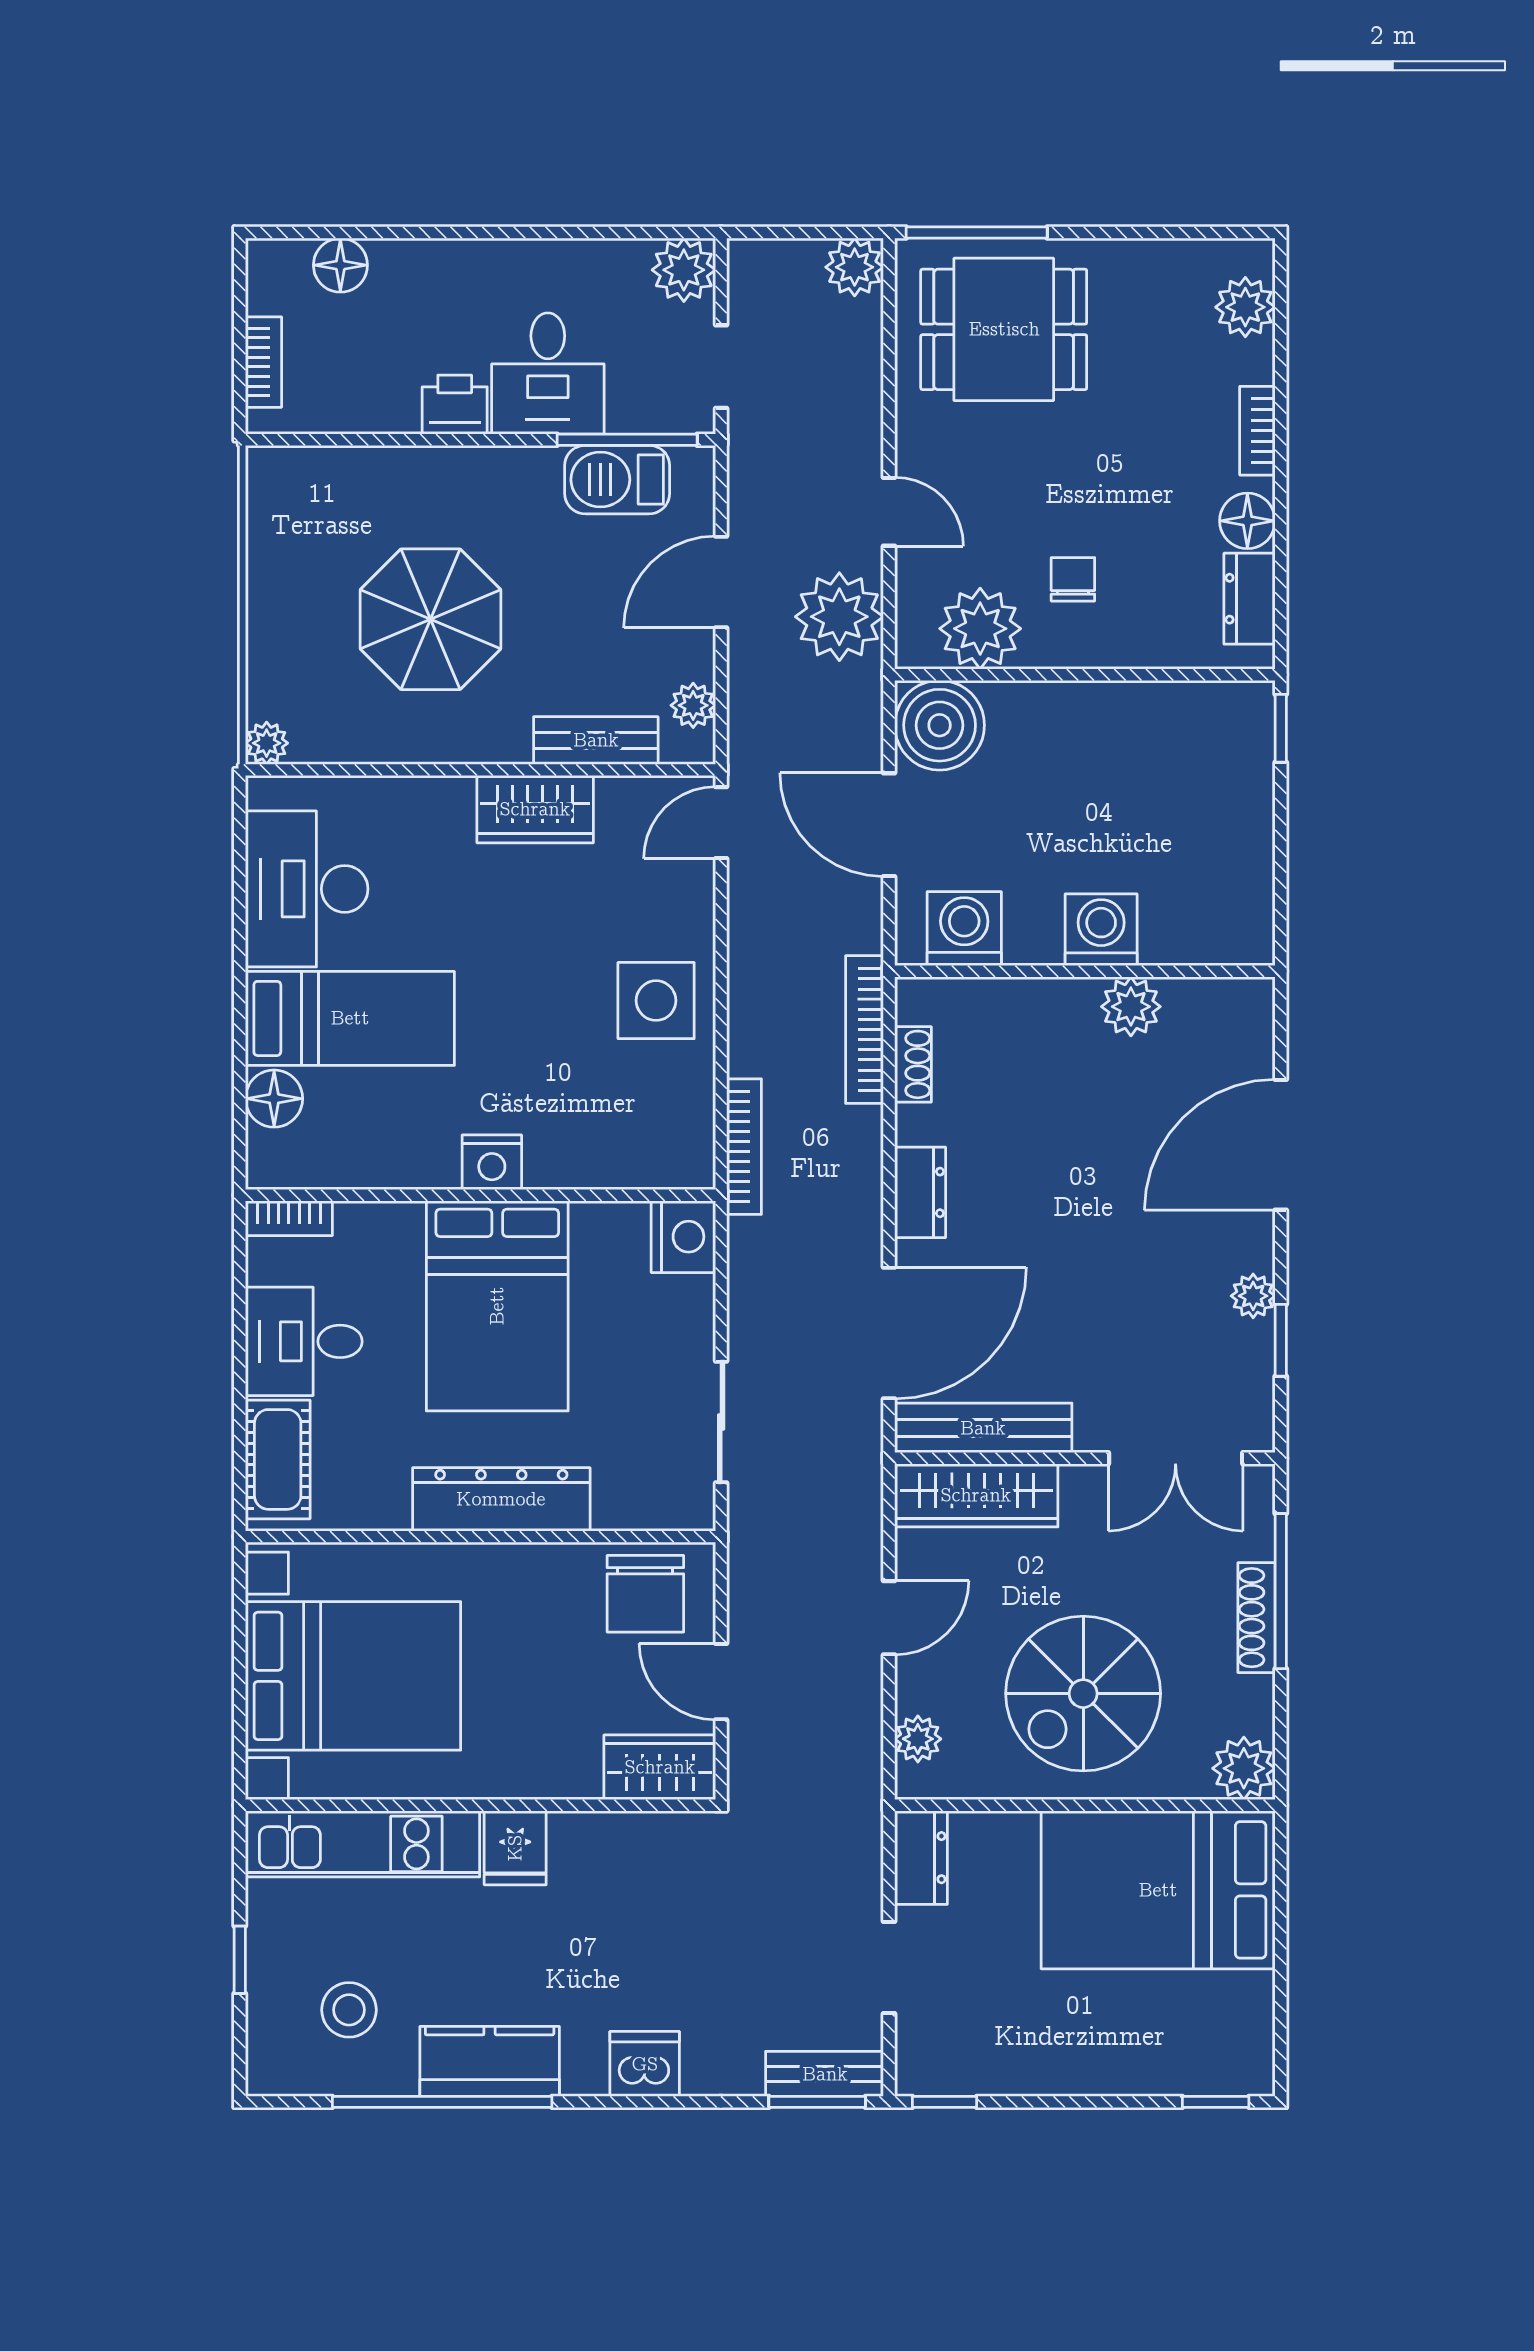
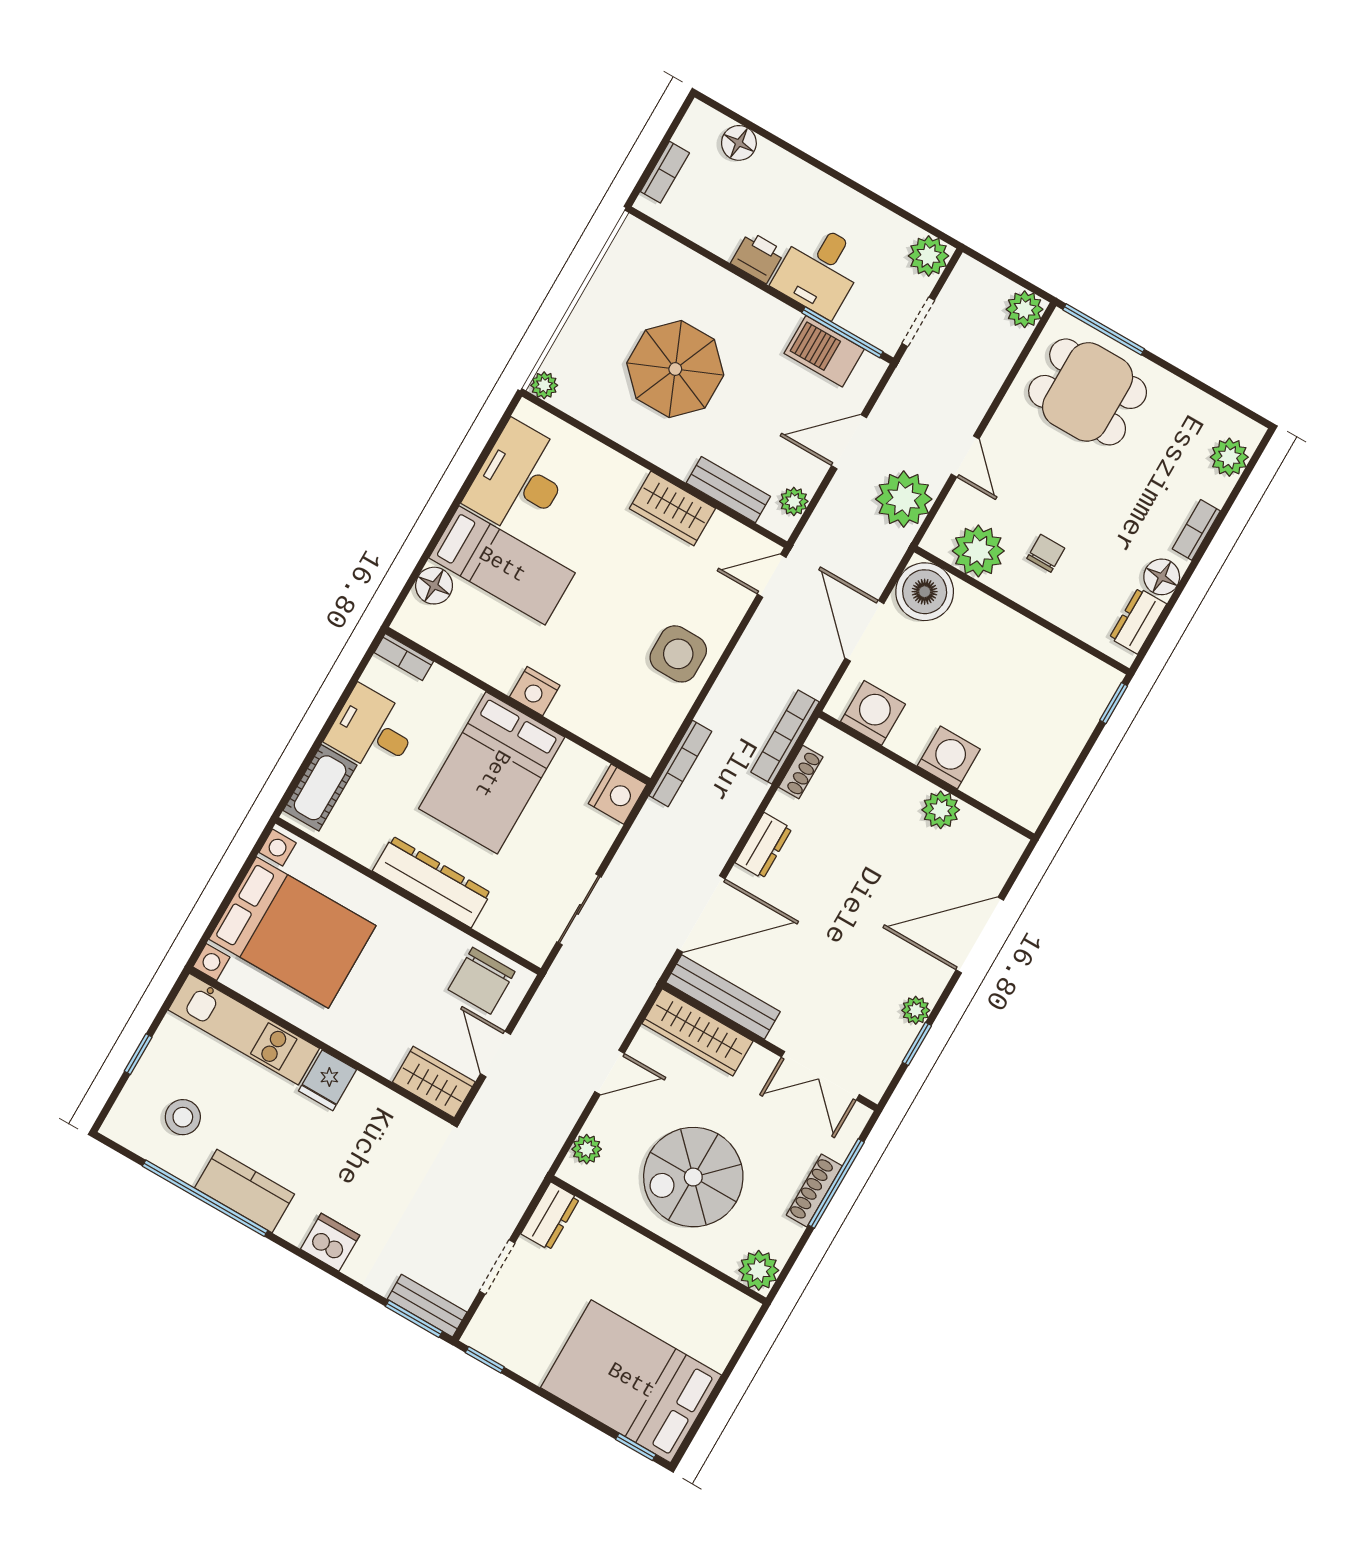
bed: (1158, 1890) -> (631, 1381), moved

